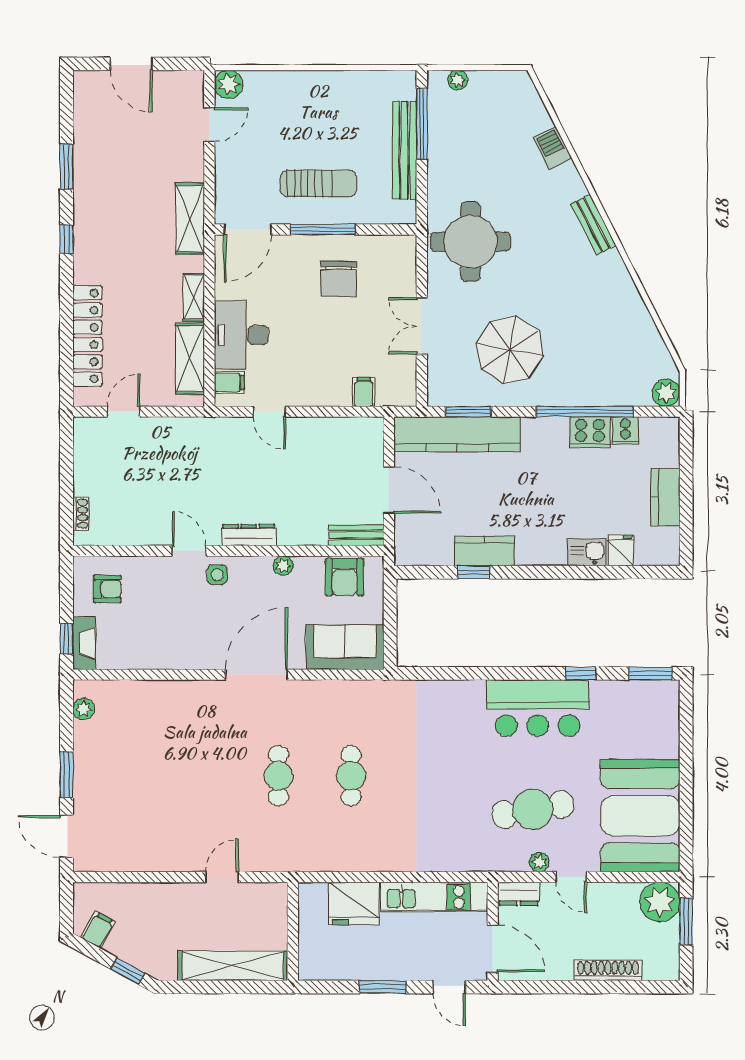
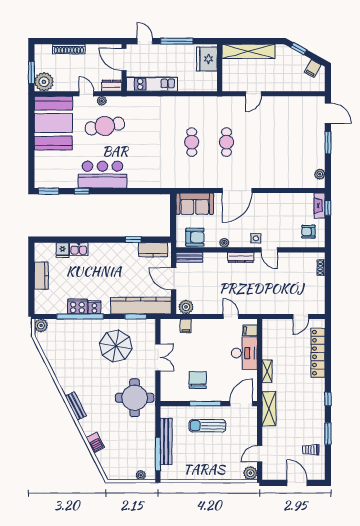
trolley: (102, 133) -> (311, 450), added
shelving: (190, 359) -> (269, 342), removed
plant: (363, 431) -> (186, 307), added
cooker: (625, 431) -> (94, 307), moved
kitchen counter: (485, 551) -> (153, 250), moved
armchair: (345, 577) -> (195, 237), turned 90
fridge: (354, 903) -> (207, 59), moved, turned -90
window: (382, 987) -> (177, 41), width x1.44

